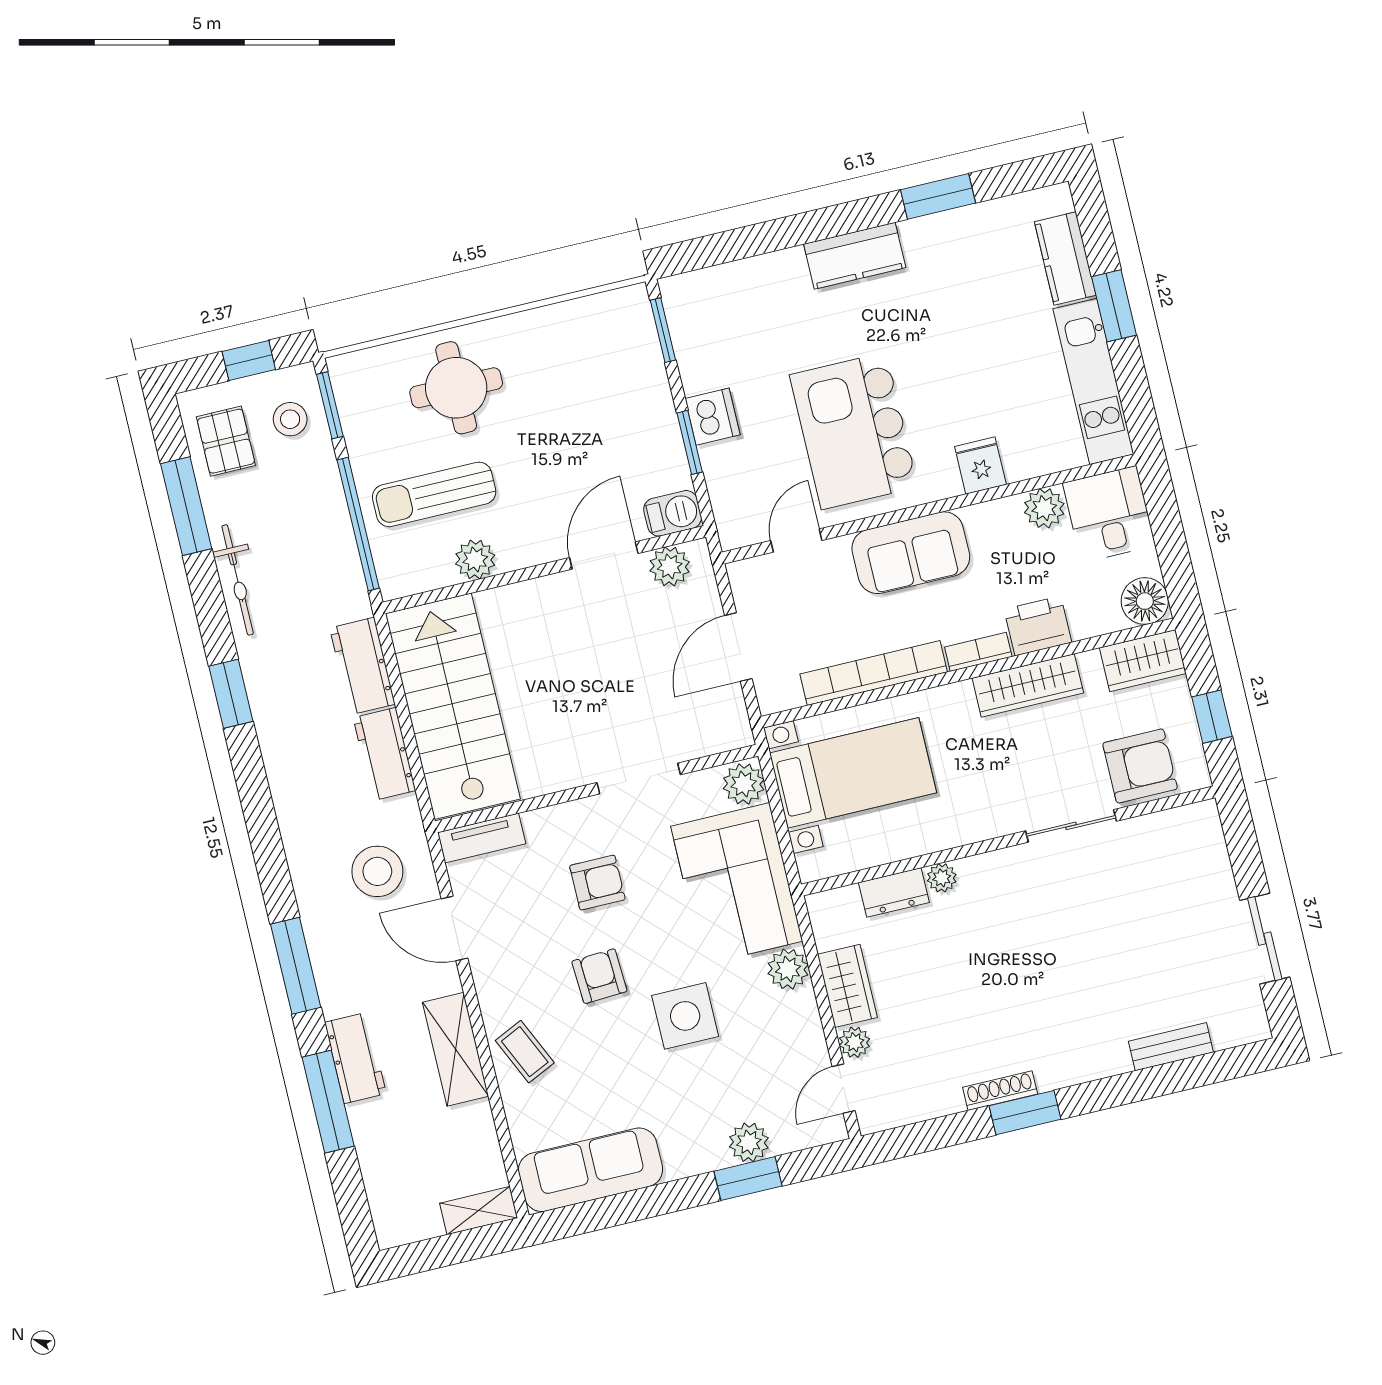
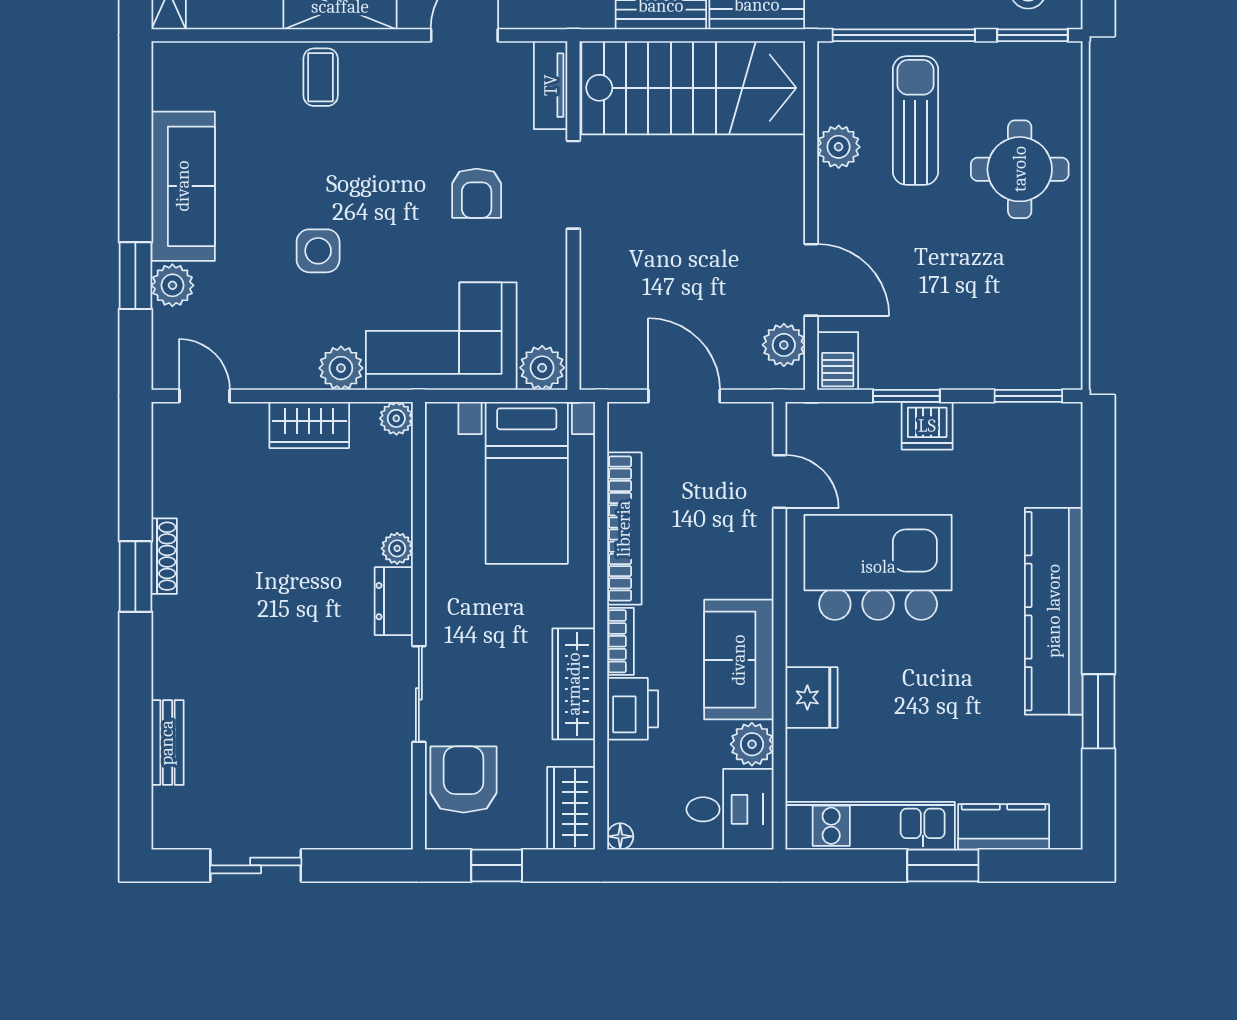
kitchen counter: (855, 256) -> (1054, 611), width x2.08, depth x1.17
fridge: (980, 465) -> (811, 697), width x1.38
sofa: (911, 553) -> (739, 660), moved
floor lamp: (1145, 601) -> (620, 836), width x0.53, depth x0.53
armchair: (1140, 766) -> (464, 780), turned 180
doorway: (639, 779) -> (573, 185), moved
dresser: (894, 892) -> (394, 601), moved
armchair: (599, 976) -> (380, 173), removed
side table: (685, 1016) -> (318, 251), width x0.73, depth x0.73
plant: (854, 1042) -> (396, 418), moved
coffee table: (525, 1052) -> (321, 77), turned -65
sofa: (590, 1170) -> (183, 186), moved

